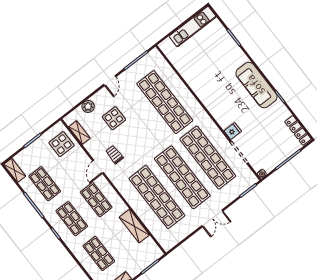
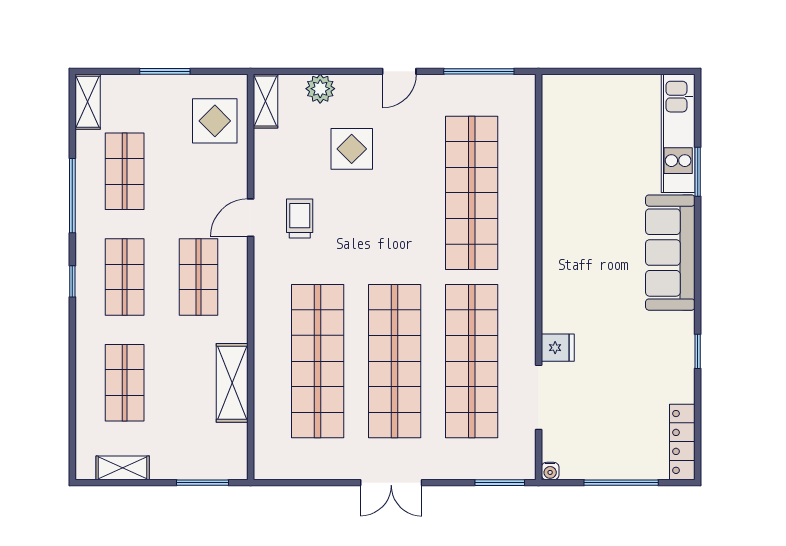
kitchen unit: (193, 26) -> (678, 133), moved, turned 90
sofa: (256, 85) -> (670, 253), moved
shelving: (79, 133) -> (266, 101), moved

